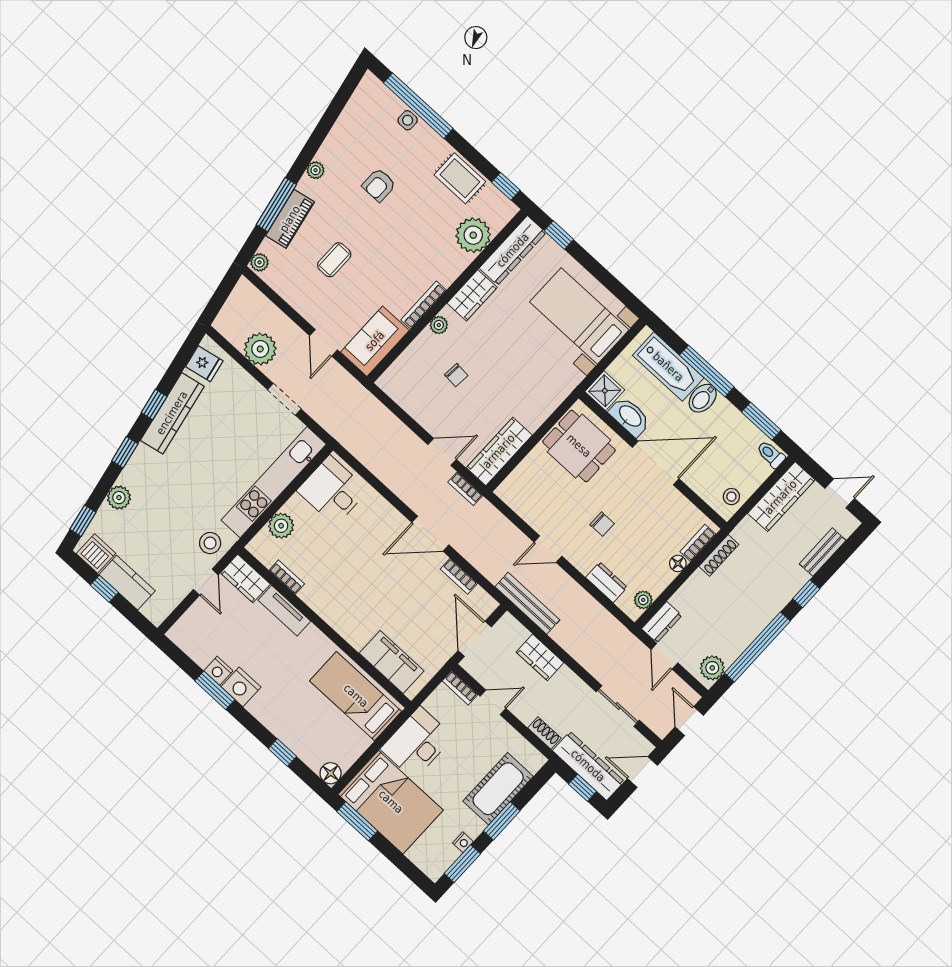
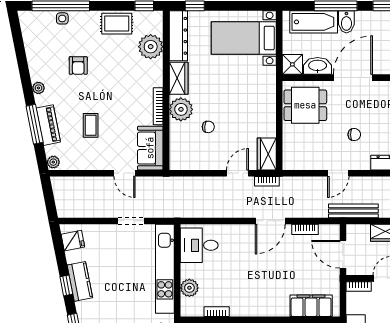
plant: (439, 325) -> (181, 109), width x1.88, depth x1.88
plant: (260, 349) -> (95, 206), removed
kitchen counter: (172, 413) -> (80, 281), width x0.67
wardrobe: (499, 451) -> (267, 154), width x0.67

